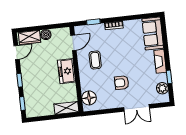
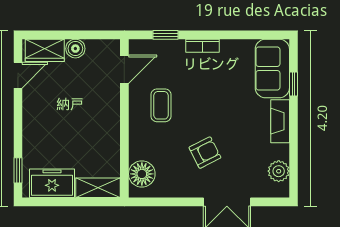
freezer: (66, 71) -> (52, 183), moved, turned 90
window: (169, 77) -> (294, 84), moved
window: (20, 80) -> (18, 127), removed
armchair: (122, 83) -> (205, 153), turned 153

